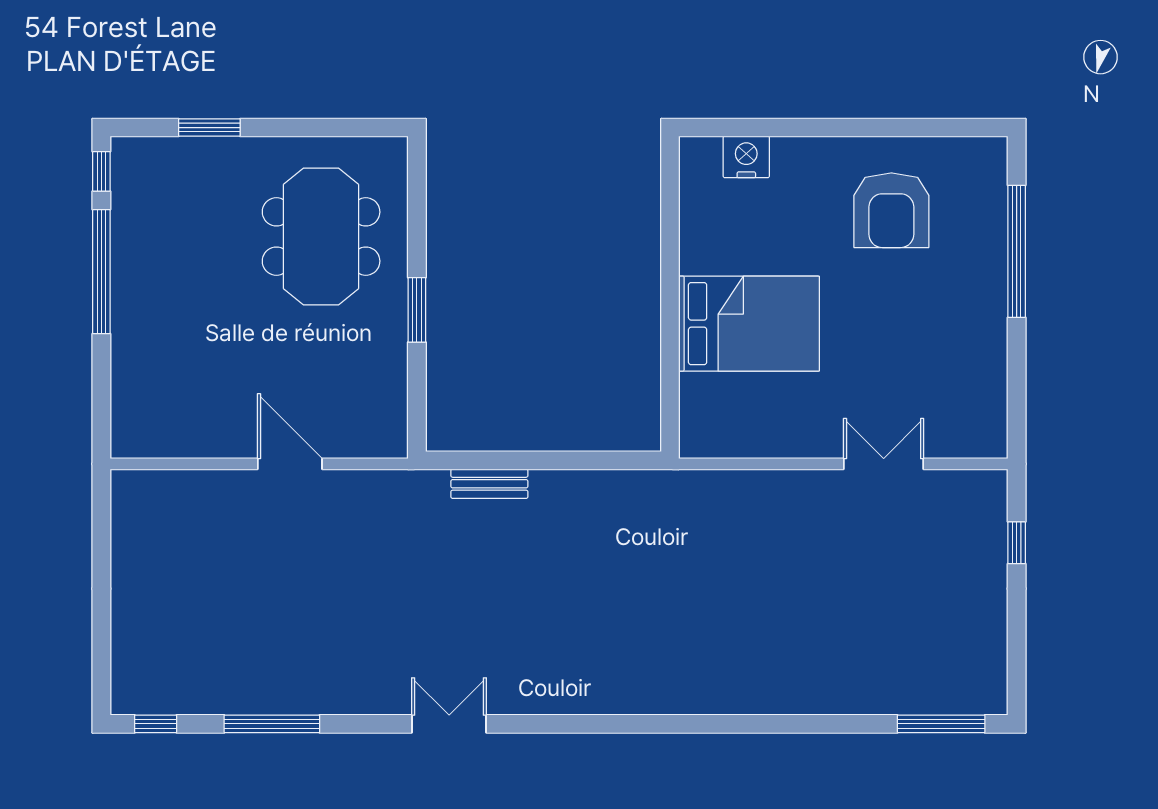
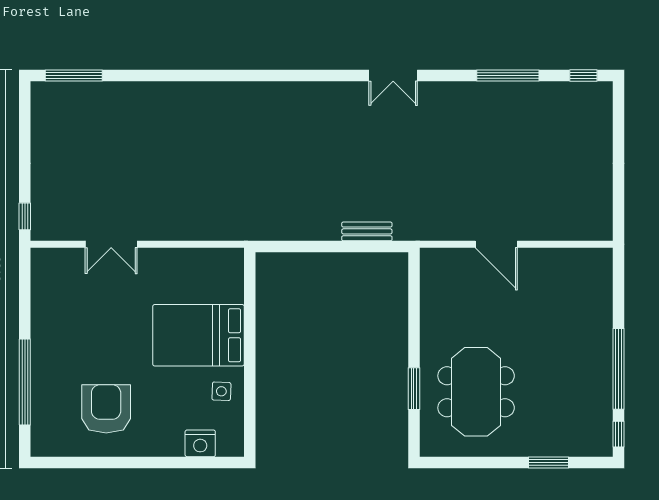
side table: (714, 237) -> (221, 391), added
window: (417, 310) -> (414, 389), moved
window: (1017, 543) -> (25, 216), moved

